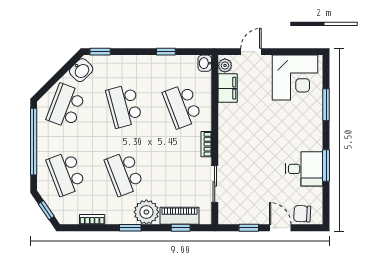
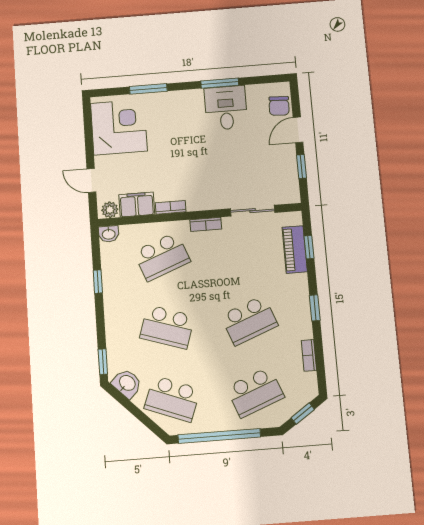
school desk: (124, 106) -> (167, 327), turned 33
bookcase: (223, 116) -> (171, 207), added
plant: (146, 212) -> (294, 290), removed

